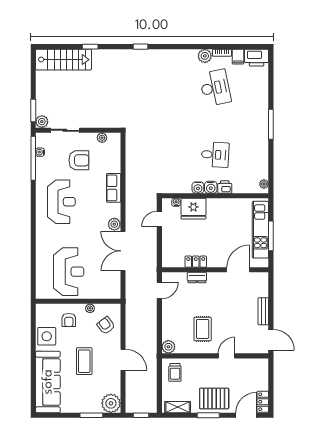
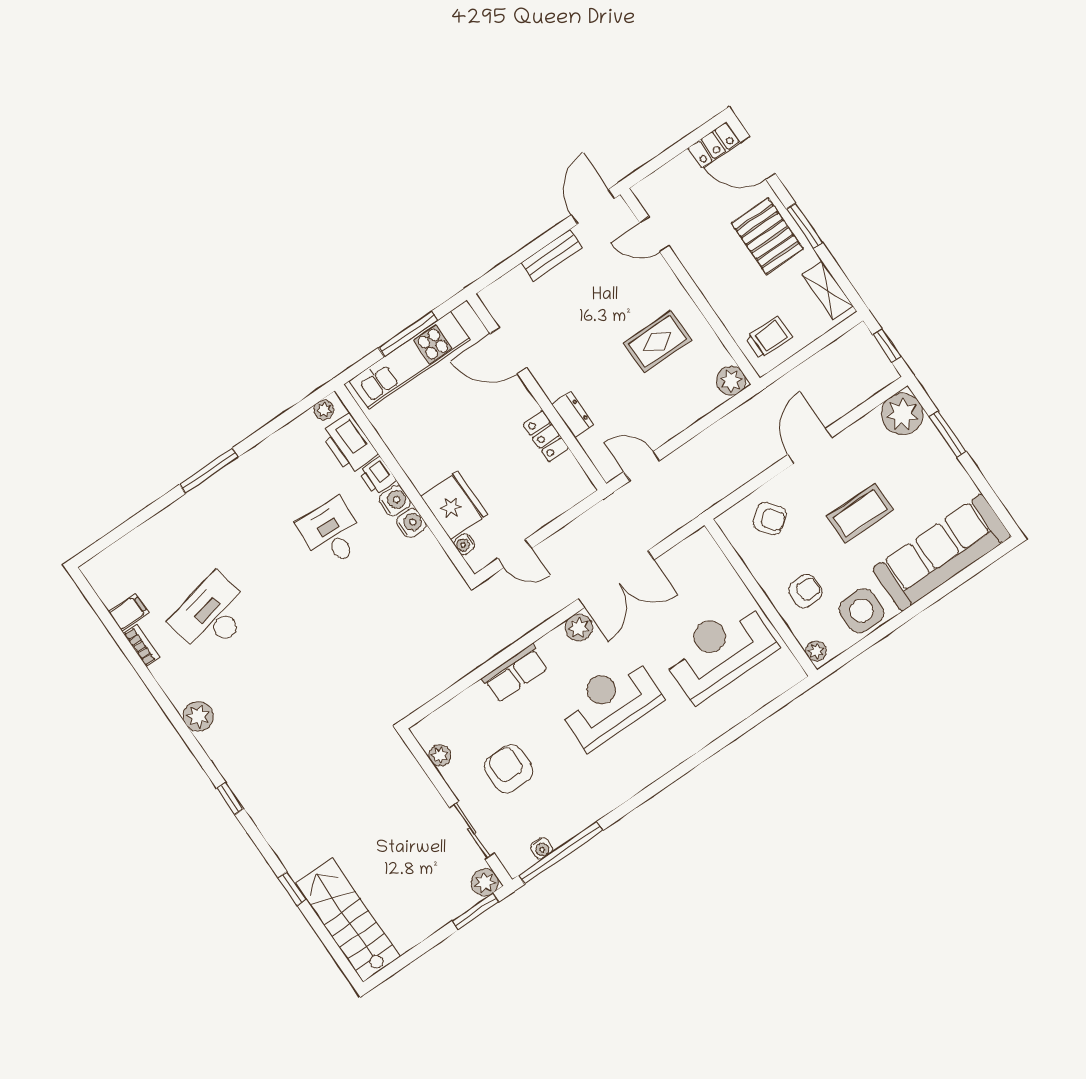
plant: (205, 56) -> (198, 716), moved
printer: (257, 58) -> (349, 443), moved, turned 180
reception desk: (61, 202) -> (610, 702), moved
plant: (90, 308) -> (816, 651), moved
armchair: (106, 325) -> (770, 518), turned -91
door: (226, 356) -> (654, 234), moved

